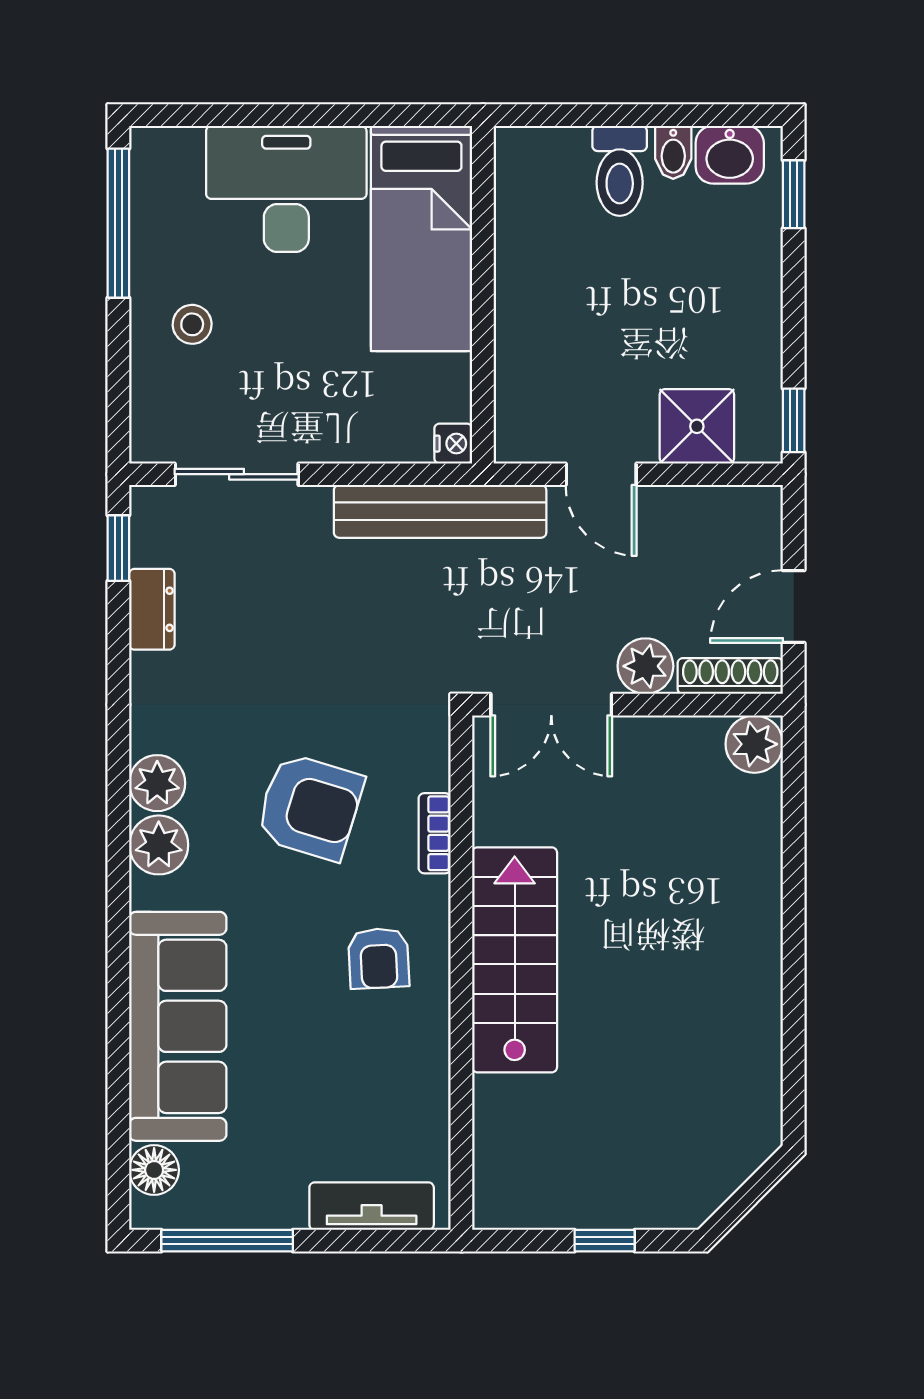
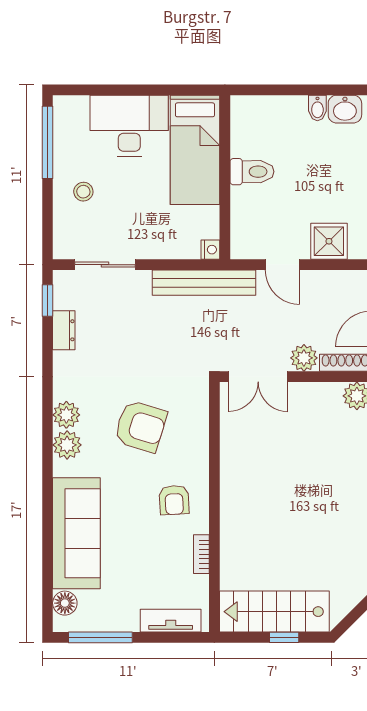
toilet: (620, 171) -> (252, 172), moved, turned -90
bookcase: (435, 833) -> (201, 554), moved
stairs: (515, 960) -> (274, 612), moved, turned -90

